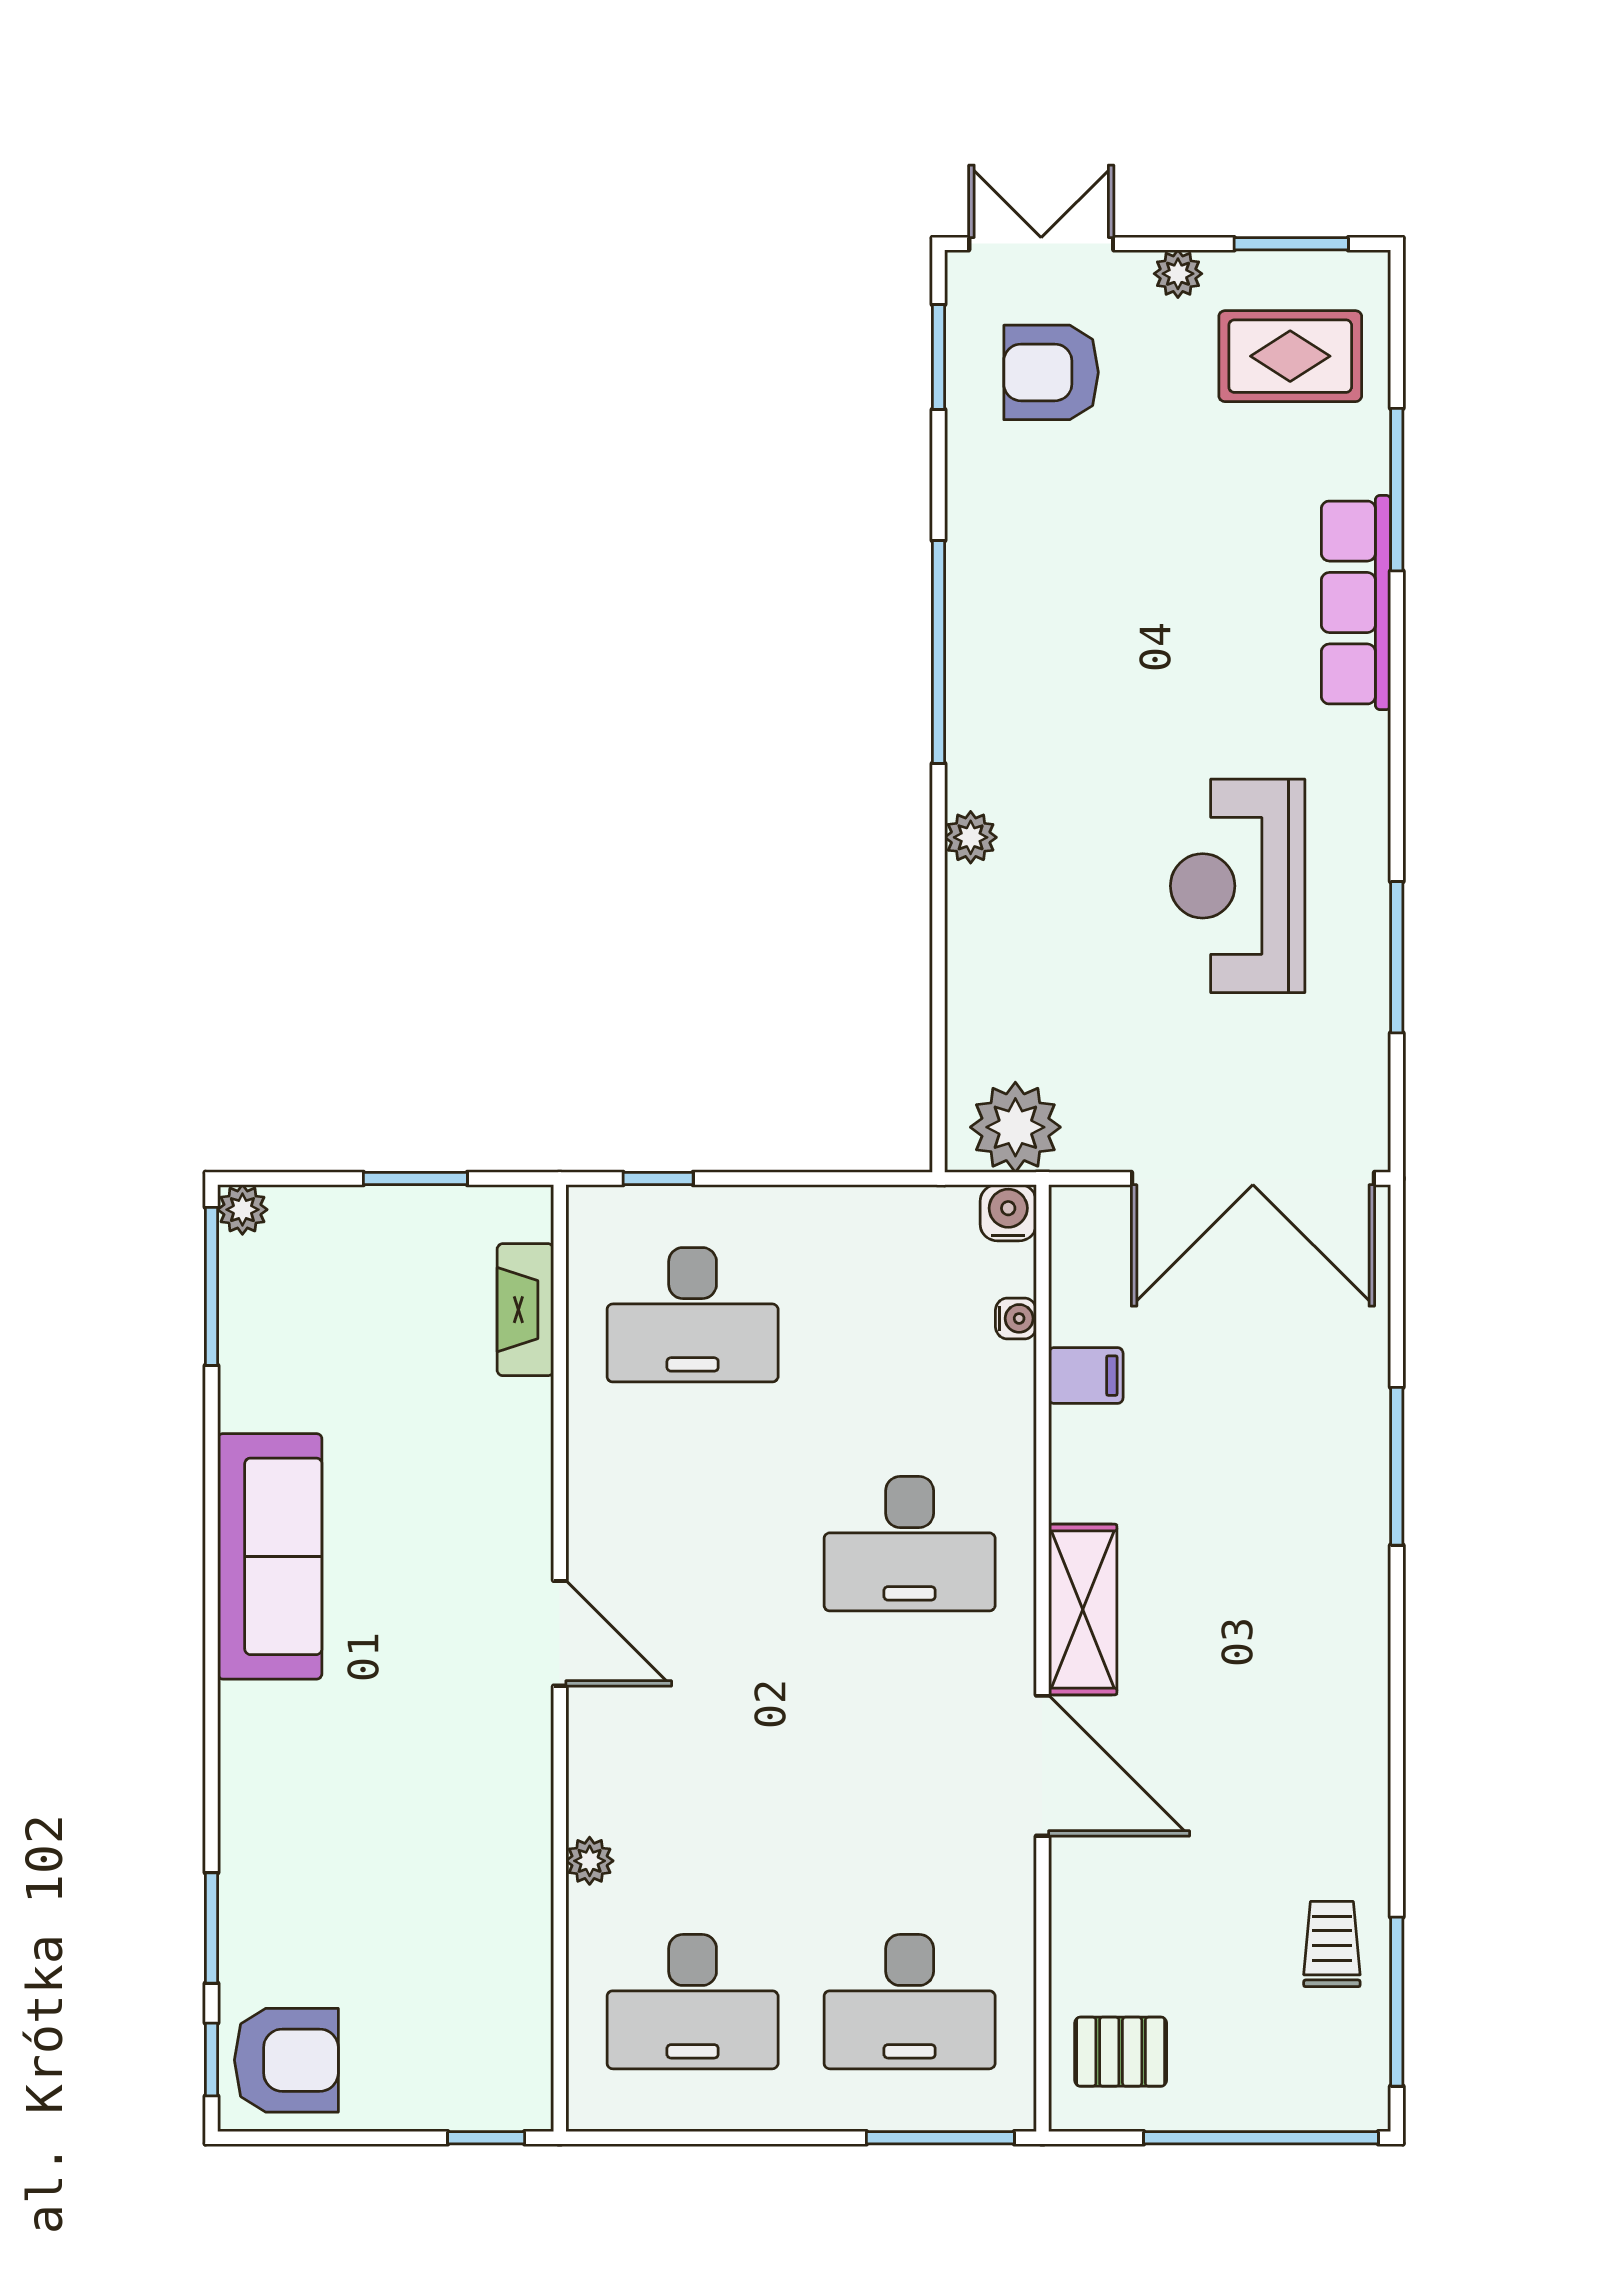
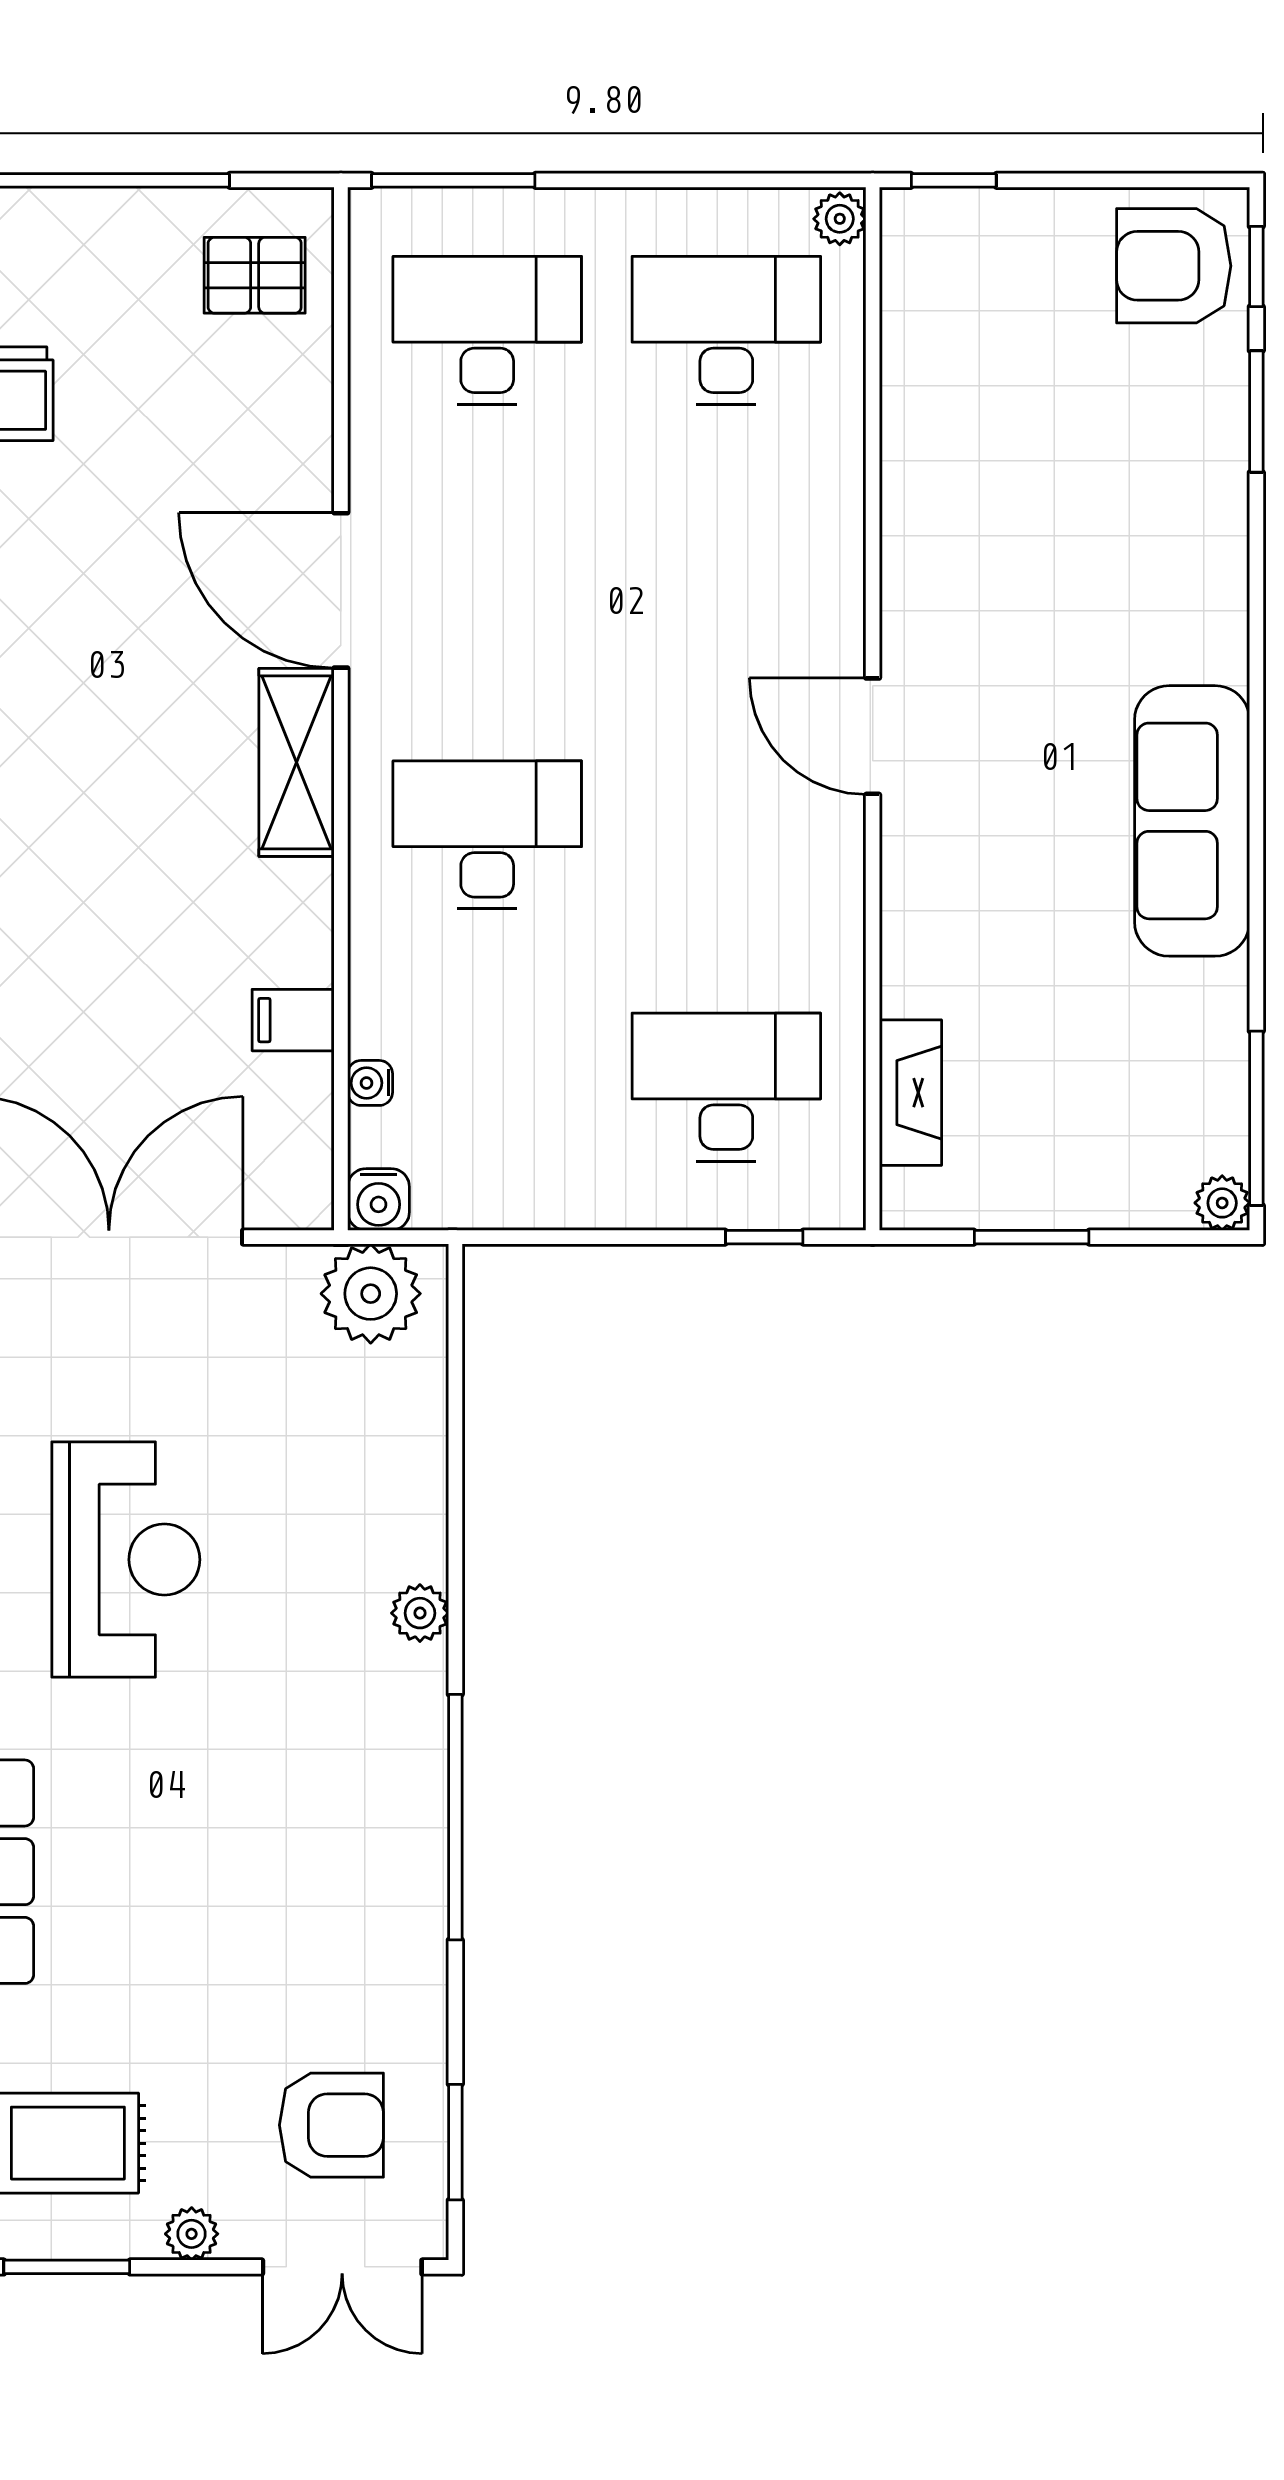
plant: (590, 1861) -> (840, 219), moved

